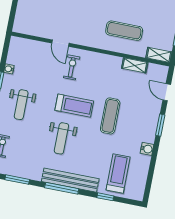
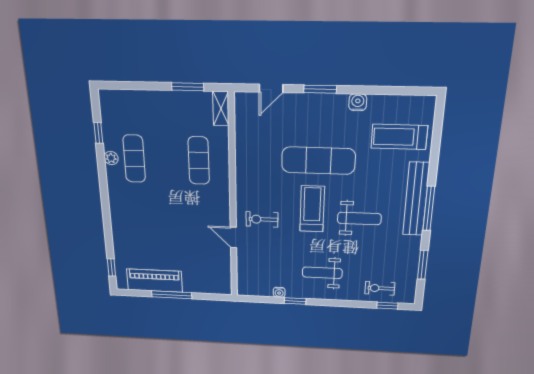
door: (60, 43) -> (233, 237), swing flipped
shelving: (135, 65) -> (242, 139), removed
weight bench: (21, 105) -> (322, 273), turned 180
exercise mat: (110, 116) -> (318, 161), width x1.36, depth x1.45
window: (105, 197) -> (435, 149), removed

